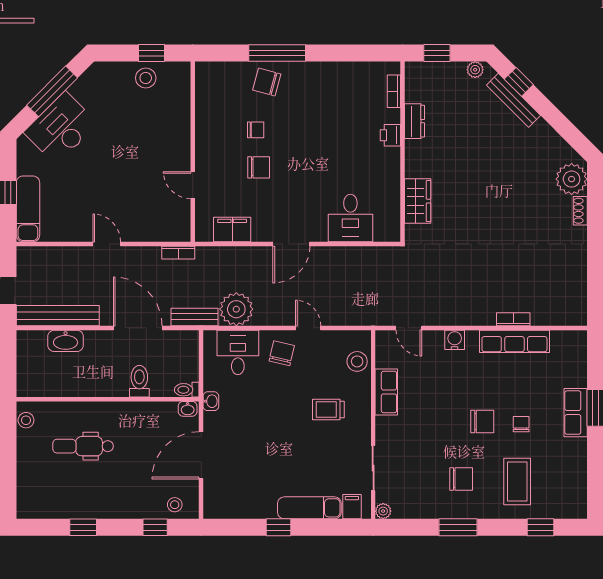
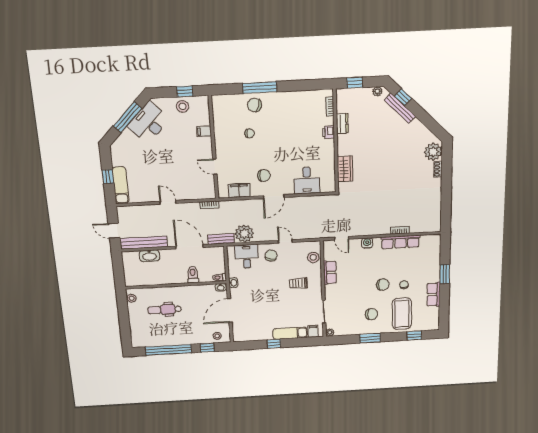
filing cabinet: (179, 122) -> (204, 131), added
desk: (61, 128) -> (149, 123), moved
chair: (259, 167) -> (264, 175), moved
row of seats: (576, 413) -> (434, 294), moved
coffee table: (517, 482) -> (402, 314), width x1.36, depth x1.32
window: (83, 527) -> (168, 350), width x3.17

